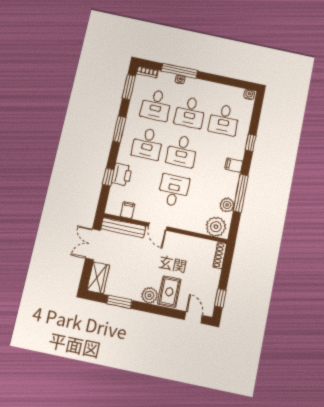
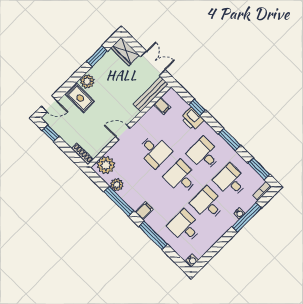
window: (251, 143) -> (153, 235), width x2.17
door: (158, 227) -> (123, 133), moved

